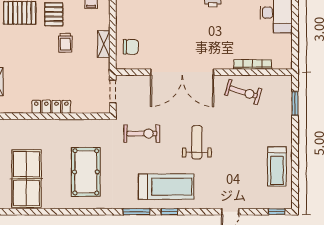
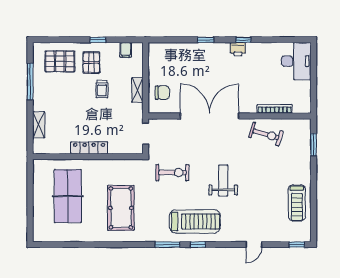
double door: (182, 72) -> (210, 116), swing flipped
table tennis table: (26, 179) -> (68, 196), moved

